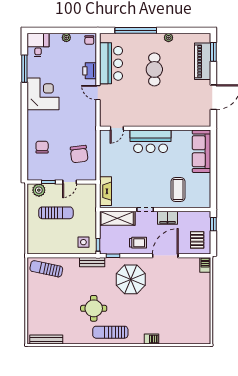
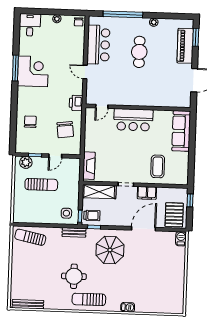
window: (24, 69) -> (15, 68), moved
printer: (90, 71) -> (76, 103), moved
pallet: (197, 240) -> (174, 215), width x1.50, depth x1.42
trolley: (138, 243) -> (92, 215), moved

